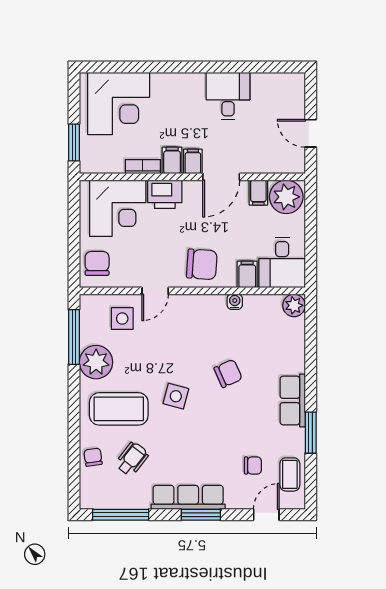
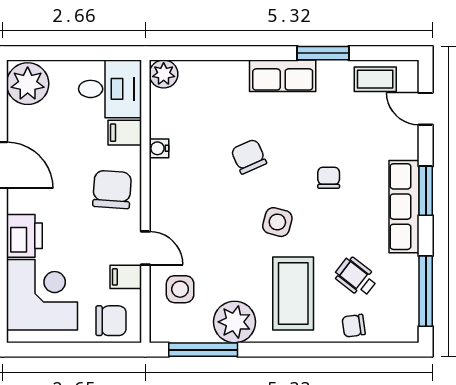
filing cabinet: (258, 193) -> (126, 277), moved, turned 180
chair: (97, 263) -> (111, 321), turned 180
chair: (253, 465) -> (329, 178), moved

